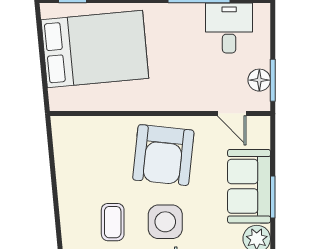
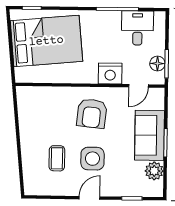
nightstand: (190, 96) -> (110, 73), added
door: (232, 114) -> (138, 86), hinge flipped
armchair: (163, 155) -> (92, 113), width x0.73, depth x0.73

